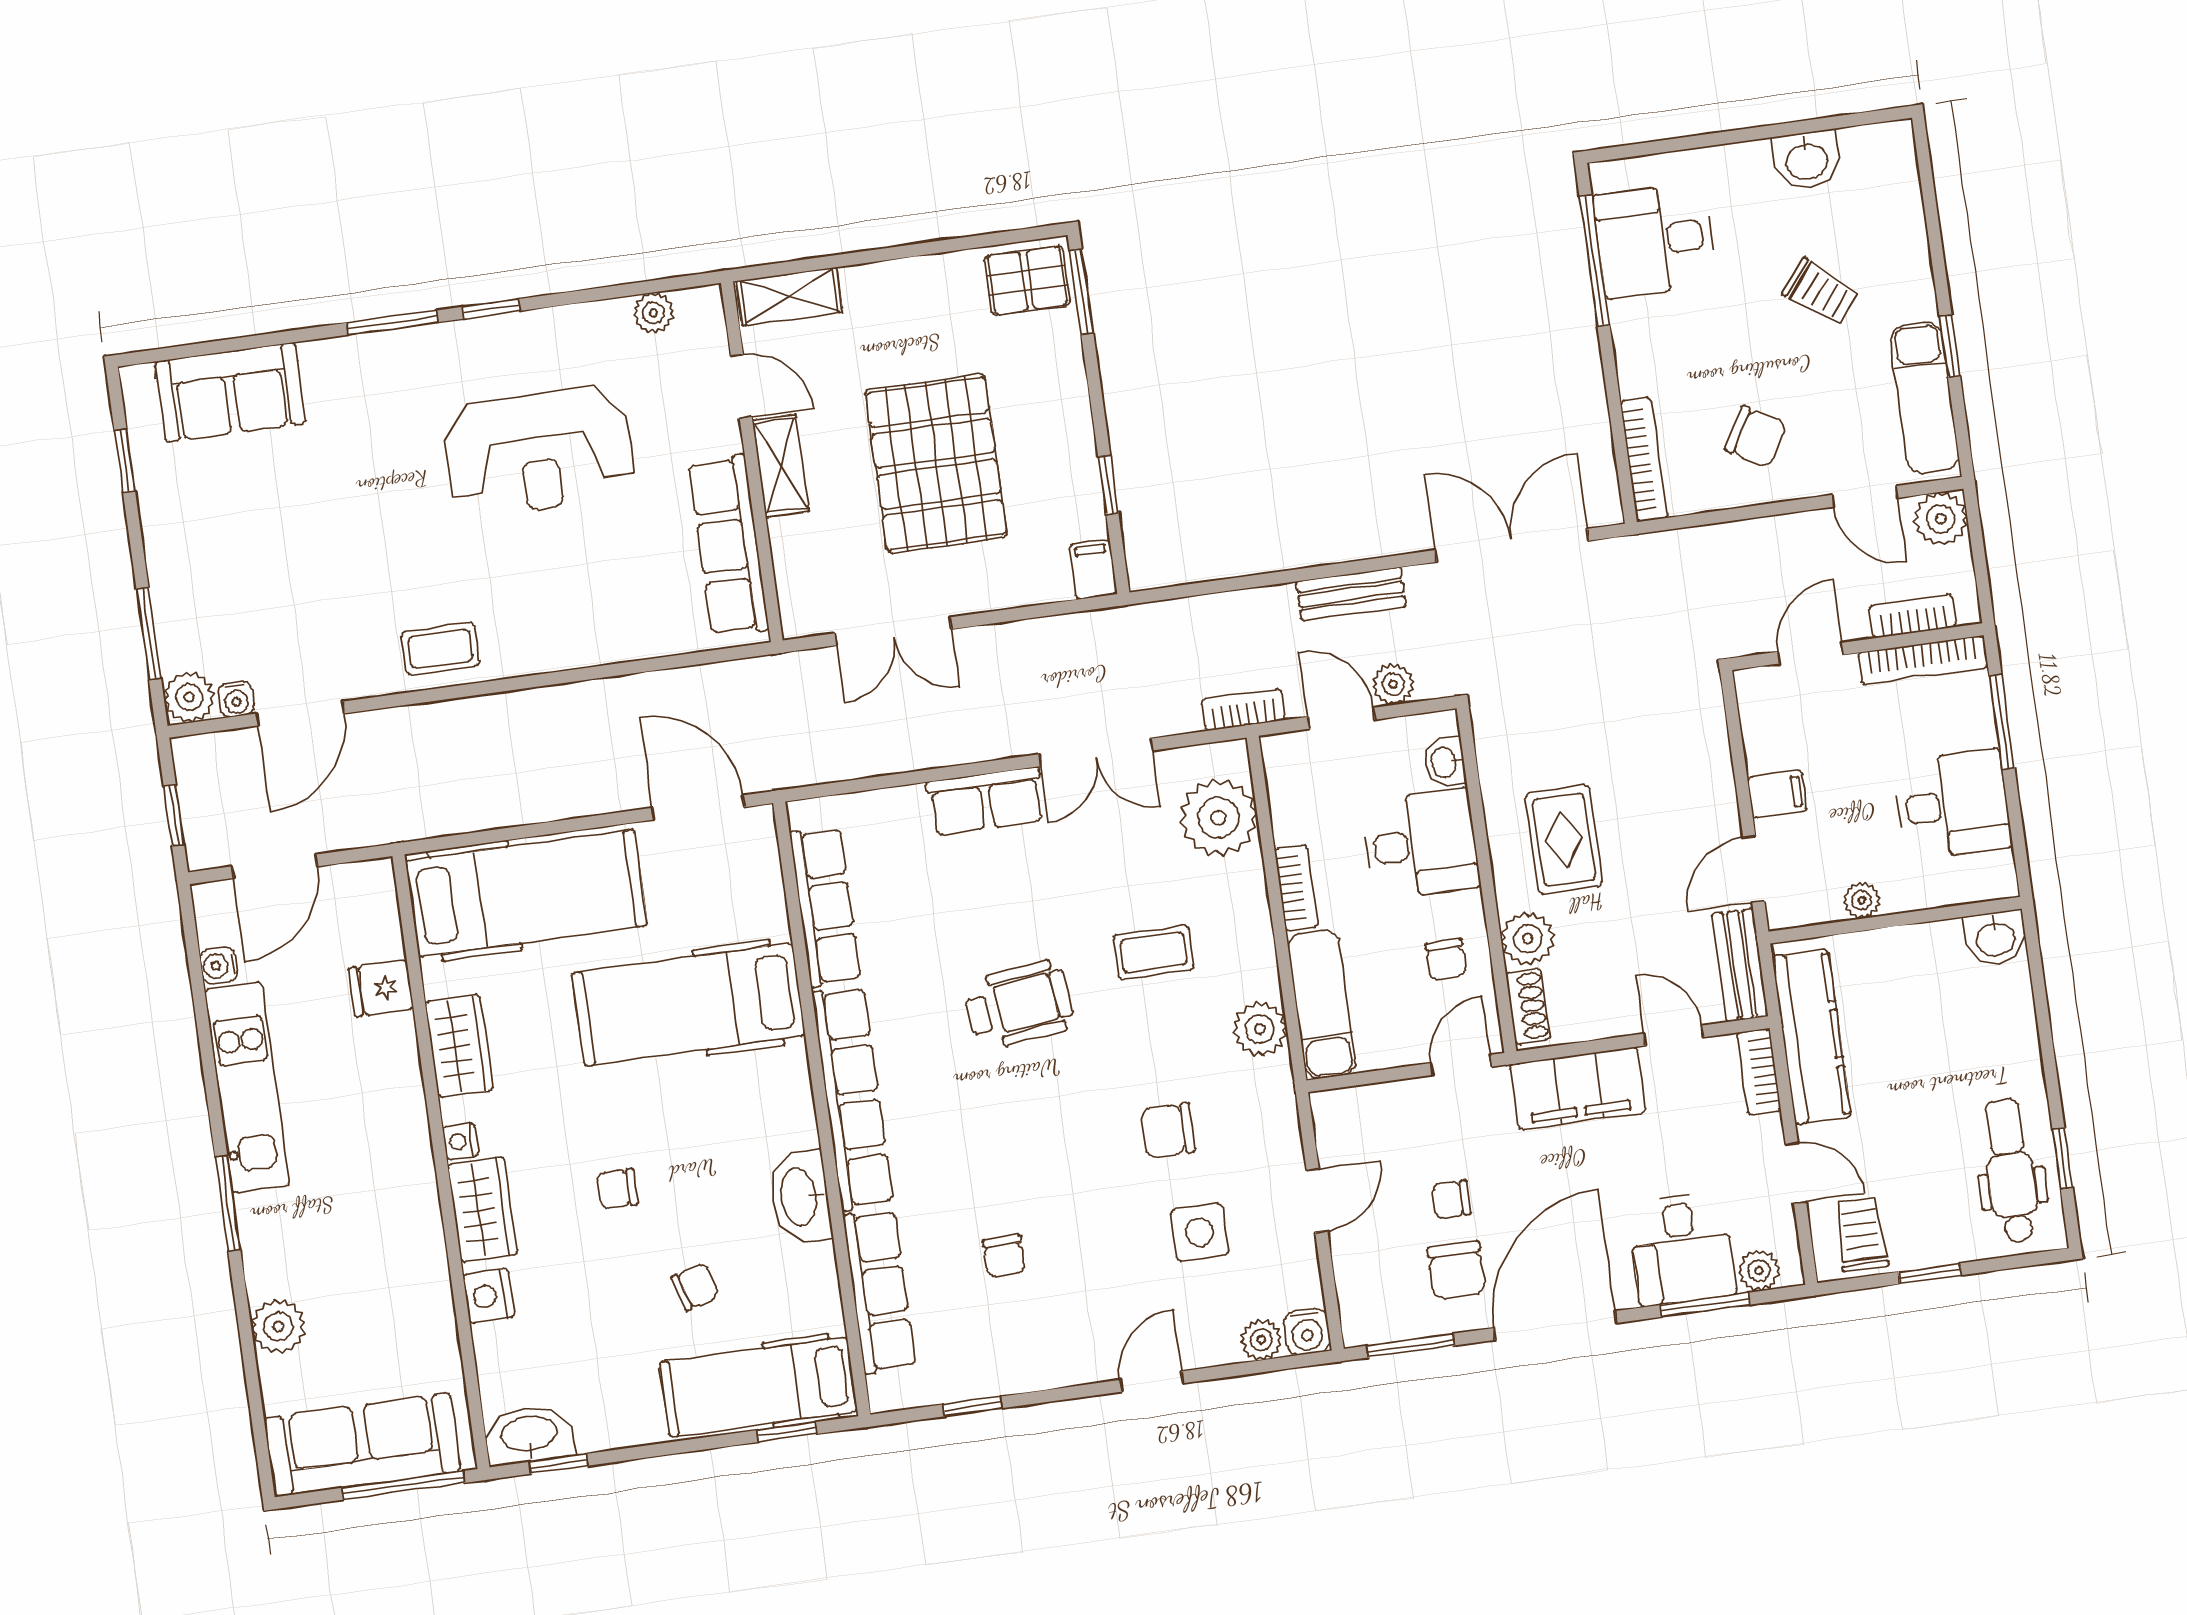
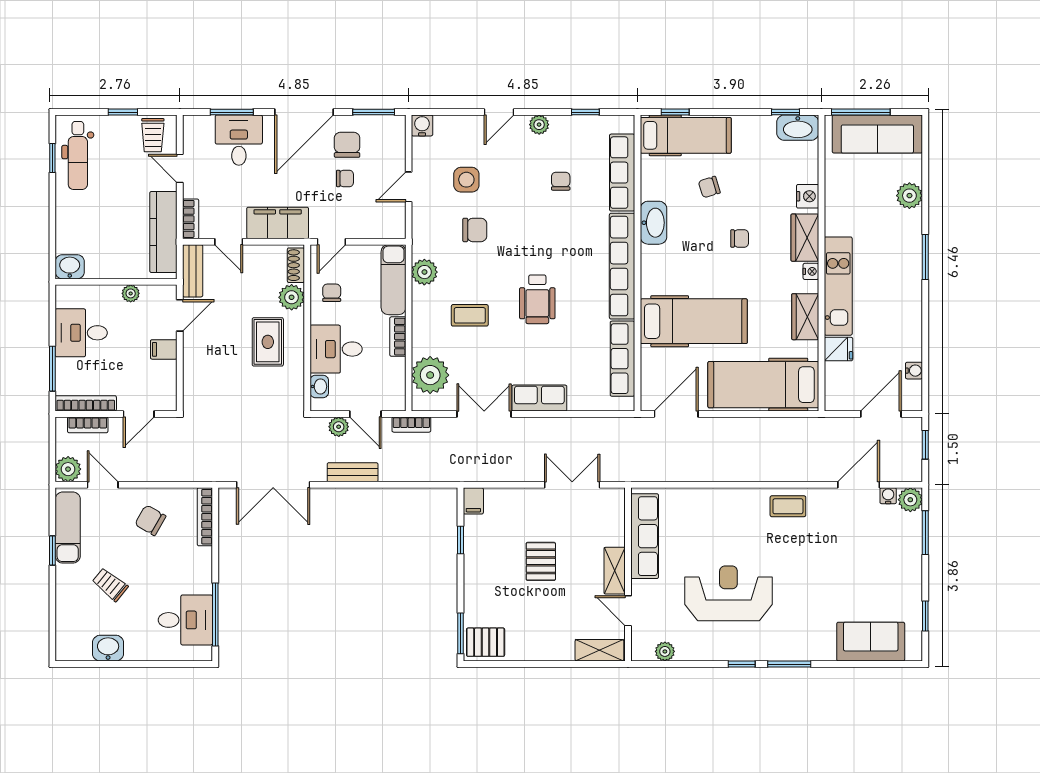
pallet: (936, 464) -> (541, 561), width x0.49, depth x0.50
door: (698, 808) -> (676, 414), swing flipped
wheelchair: (1019, 1005) -> (537, 299), turned -83
kitchen unit: (247, 1087) -> (838, 286), moved, turned 180
plant: (1759, 1270) -> (204, 125), removed
plant: (1261, 1340) -> (539, 125), moved

